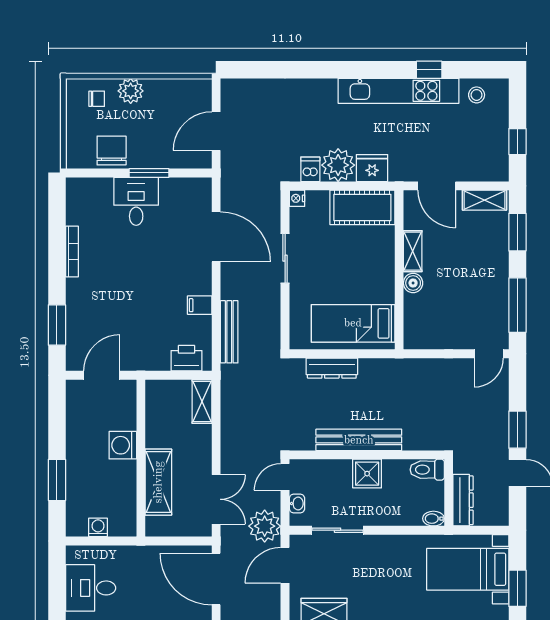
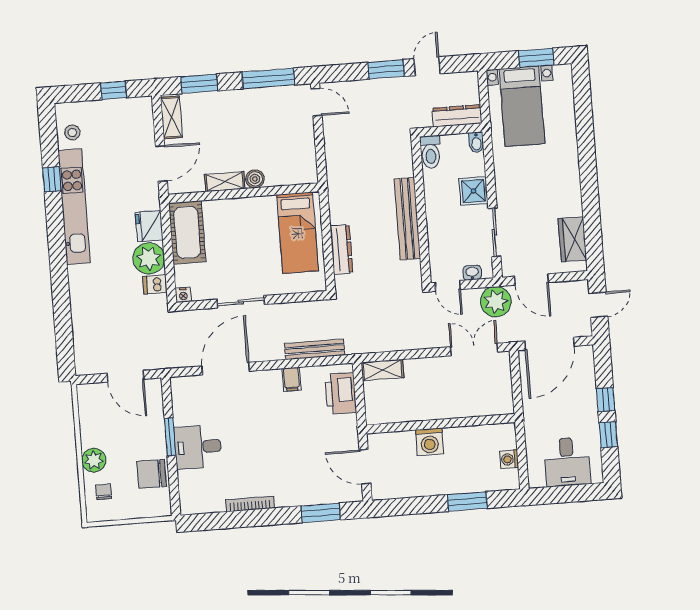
printer: (186, 358) -> (341, 393), width x1.37, depth x1.19
shower: (367, 474) -> (473, 191), moved
shelving: (158, 482) -> (462, 405), removed

